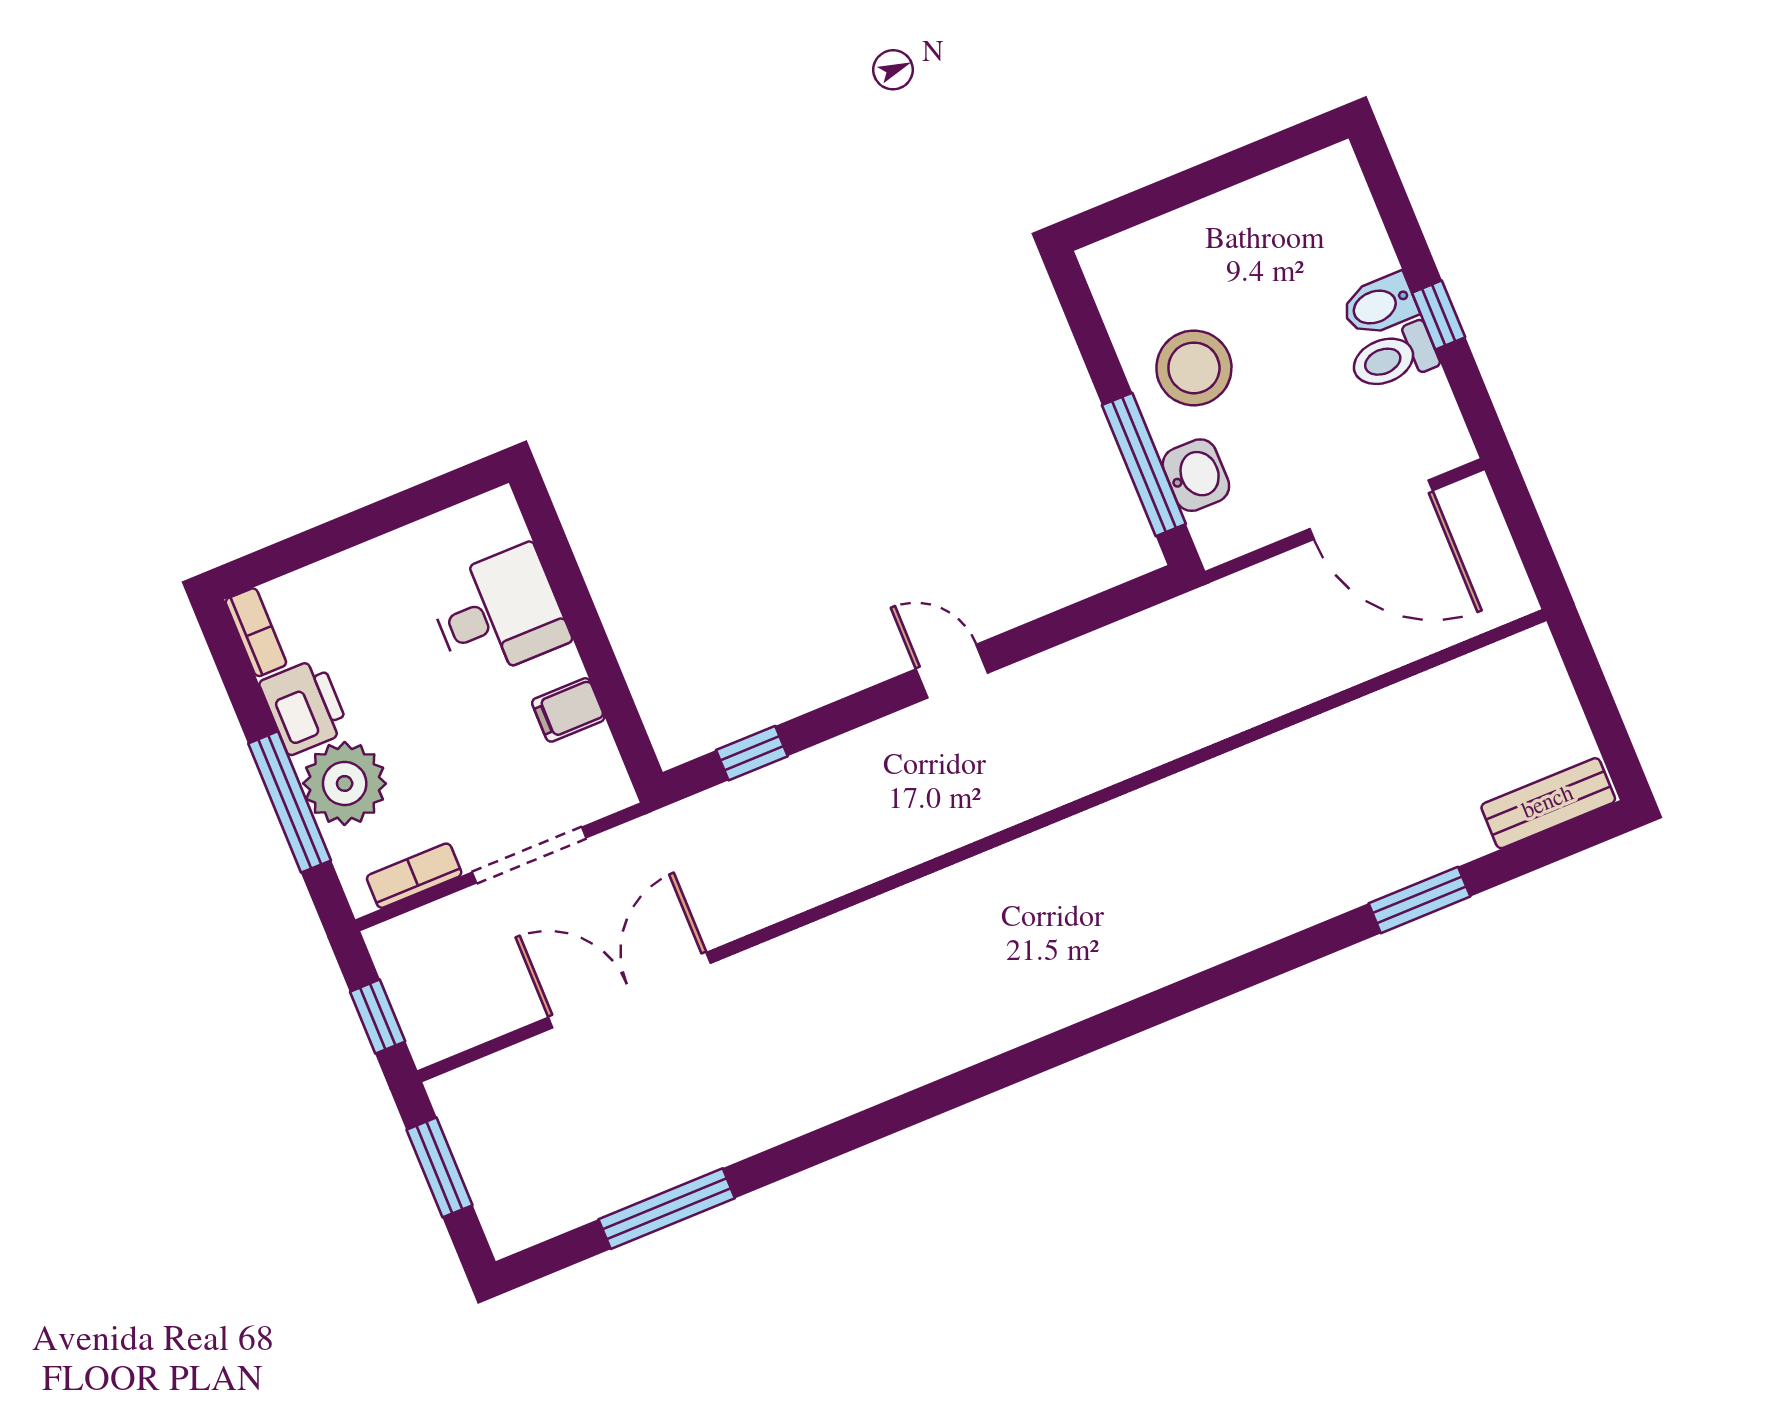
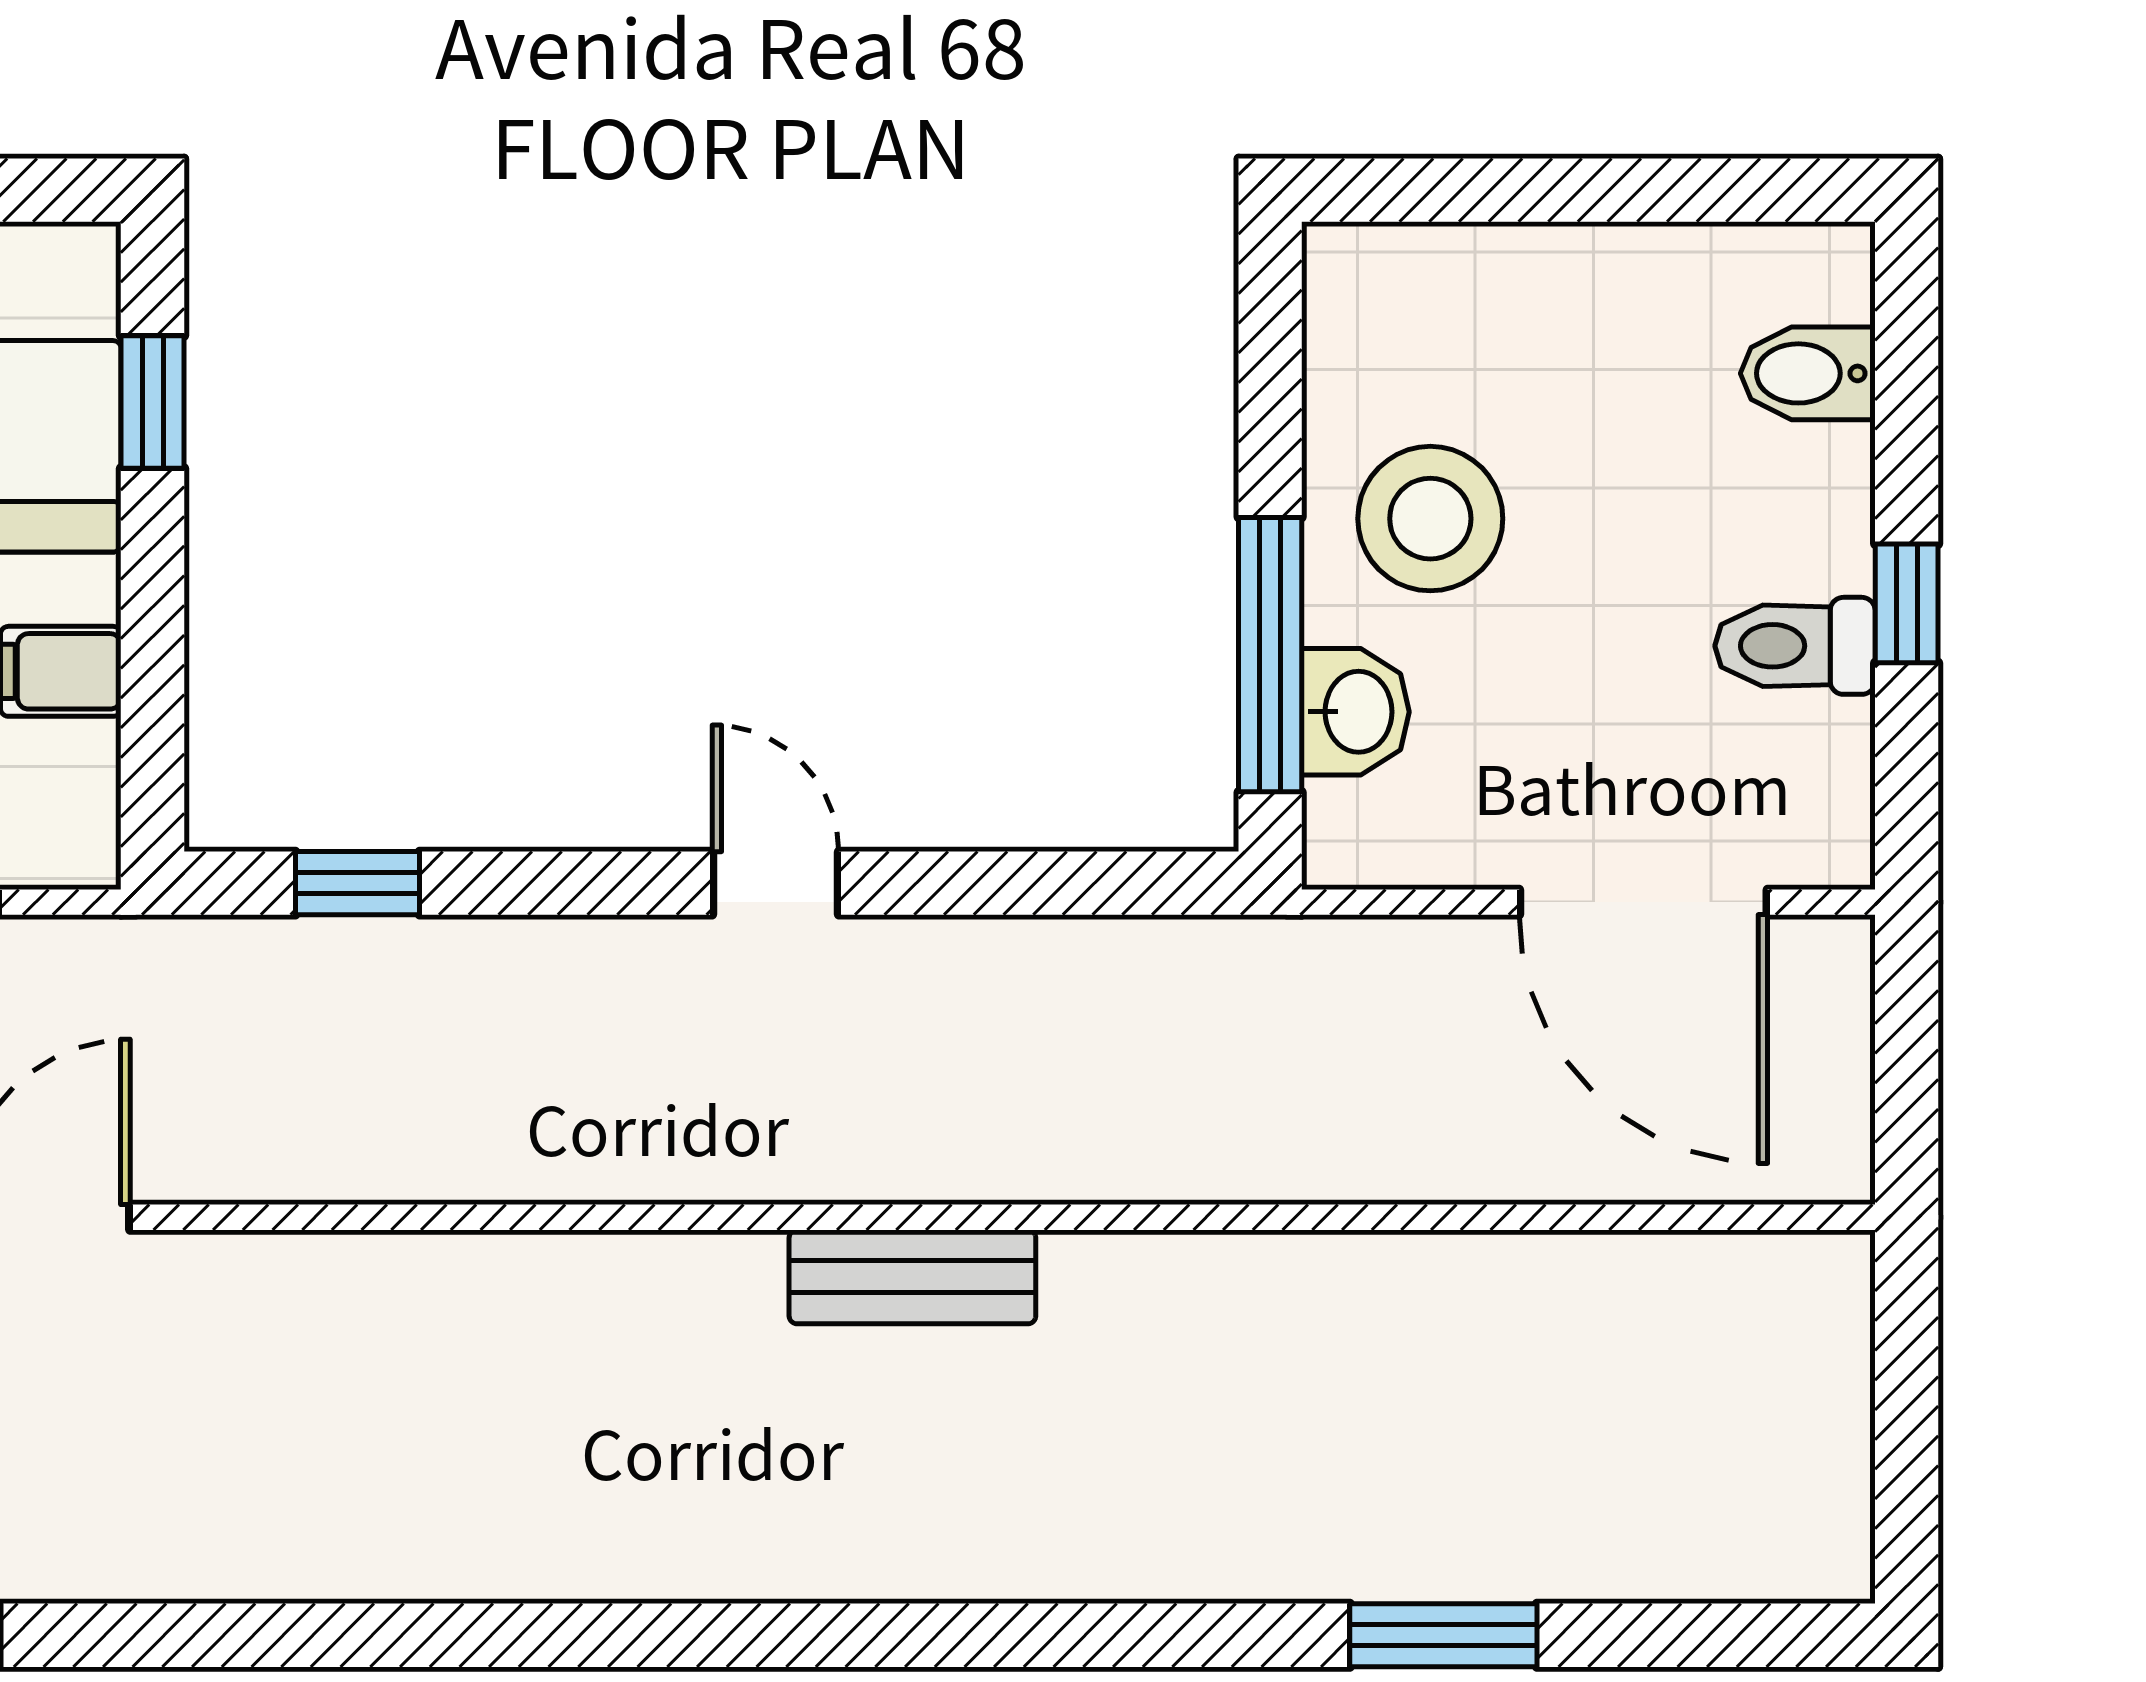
bidet: (1379, 305) -> (1808, 373), moved
window: (559, 563) -> (153, 402), added
bench: (1548, 803) -> (912, 1277), moved

